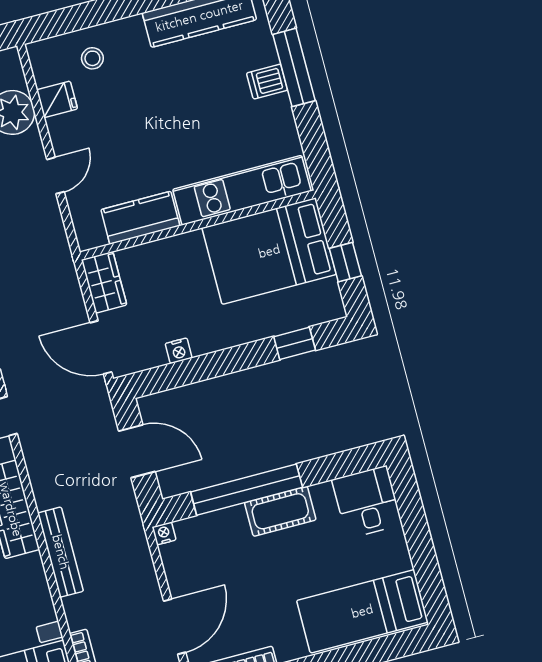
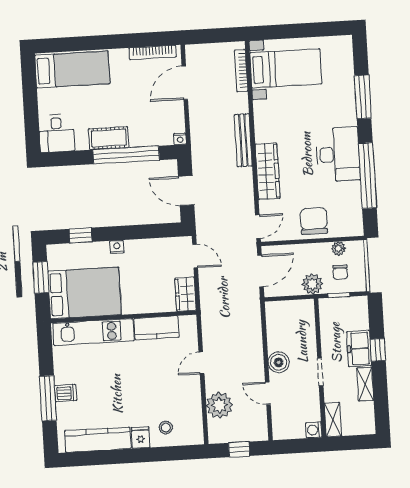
fridge: (57, 99) -> (141, 438), moved, turned 90
window: (345, 262) -> (41, 277), width x1.50
door: (101, 347) -> (195, 256), width x0.73
nightstand: (179, 351) -> (117, 247), moved

